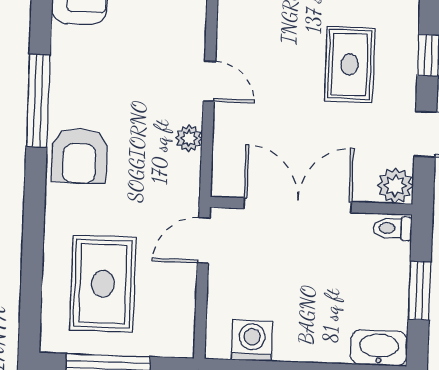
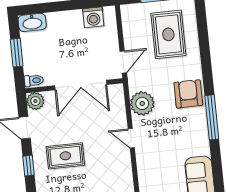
rug: (350, 64) -> (65, 156), turned 90
plant: (189, 138) -> (142, 103), width x1.87, depth x1.87

